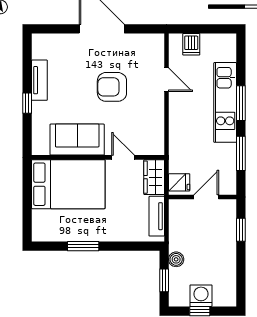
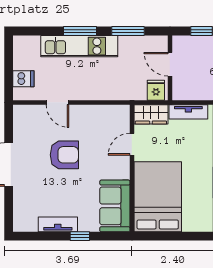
door: (166, 80) -> (57, 102), swing flipped
armchair: (112, 87) -> (64, 155), turned -90
sofa: (77, 140) -> (115, 206), moved

